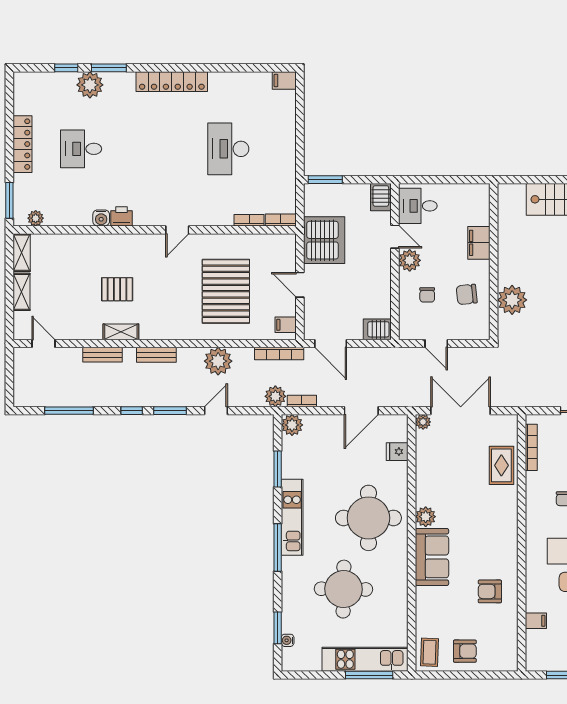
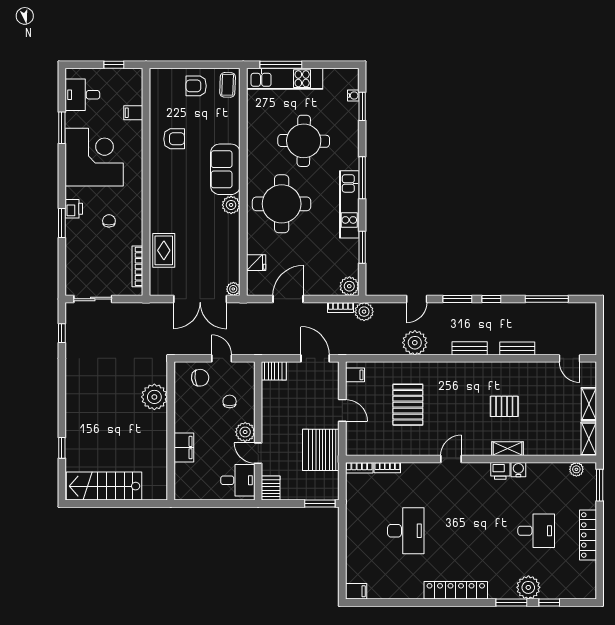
pallet: (226, 291) -> (408, 405), width x0.73, depth x0.71
chair: (467, 294) -> (200, 378), moved
shelving: (121, 332) -> (507, 449), moved
bookcase: (279, 353) -> (361, 349), removed

